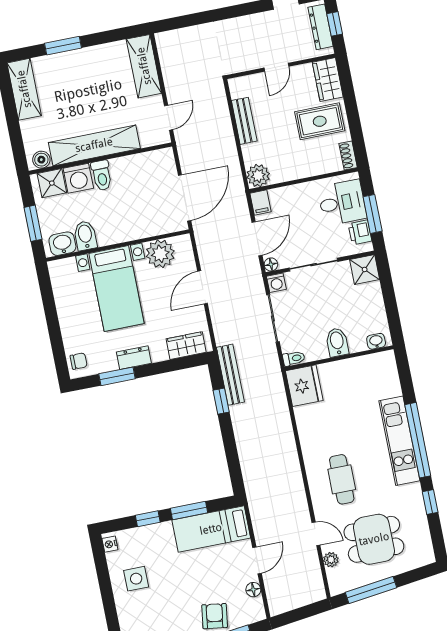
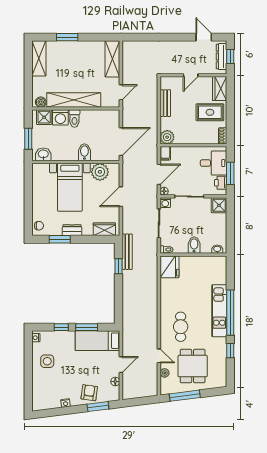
bidet: (85, 236) -> (84, 152), moved
dining table: (374, 539) -> (193, 366), turned 90

